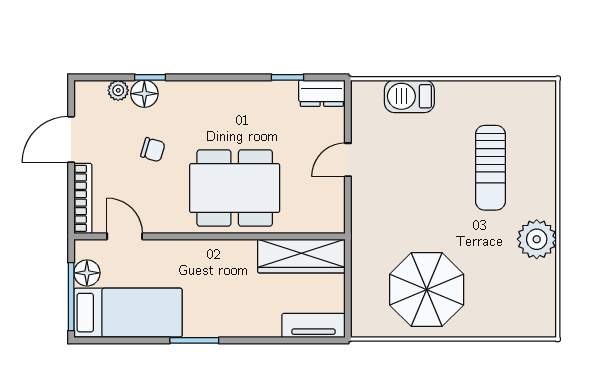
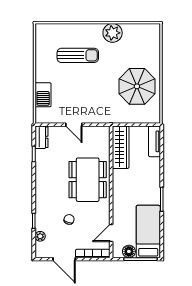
floor lamp: (144, 94) -> (42, 224), removed

